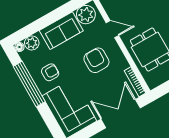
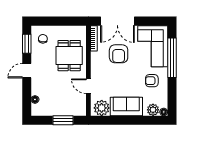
armchair: (96, 60) -> (119, 54), moved
window: (29, 84) -> (172, 58), moved

